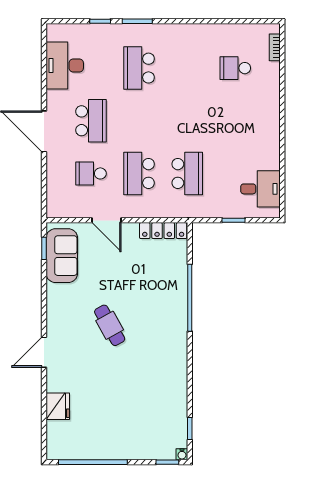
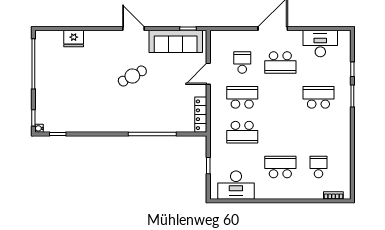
school desk: (235, 121) -> (280, 167), added
desk: (260, 189) -> (236, 185), width x1.37
sofa: (62, 256) -> (176, 41), width x1.36
door: (44, 352) -> (133, 29), moved

